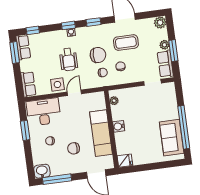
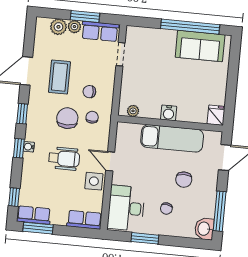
plant: (160, 23) -> (58, 27), moved

